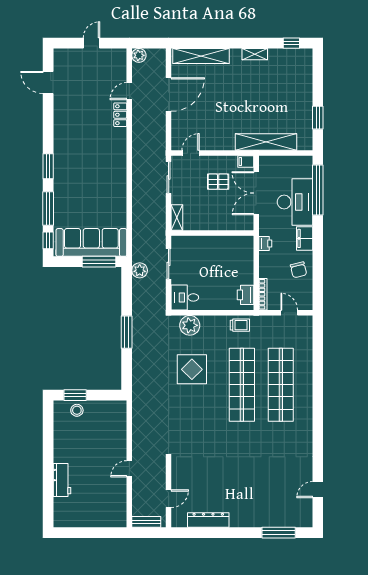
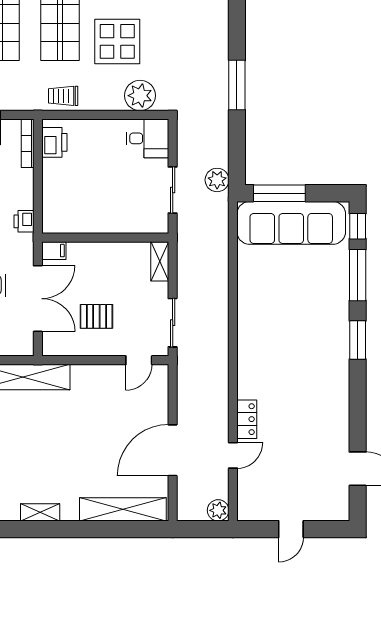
filing cabinet: (246, 162) -> (54, 251), moved
display table: (192, 369) -> (117, 41), moved

